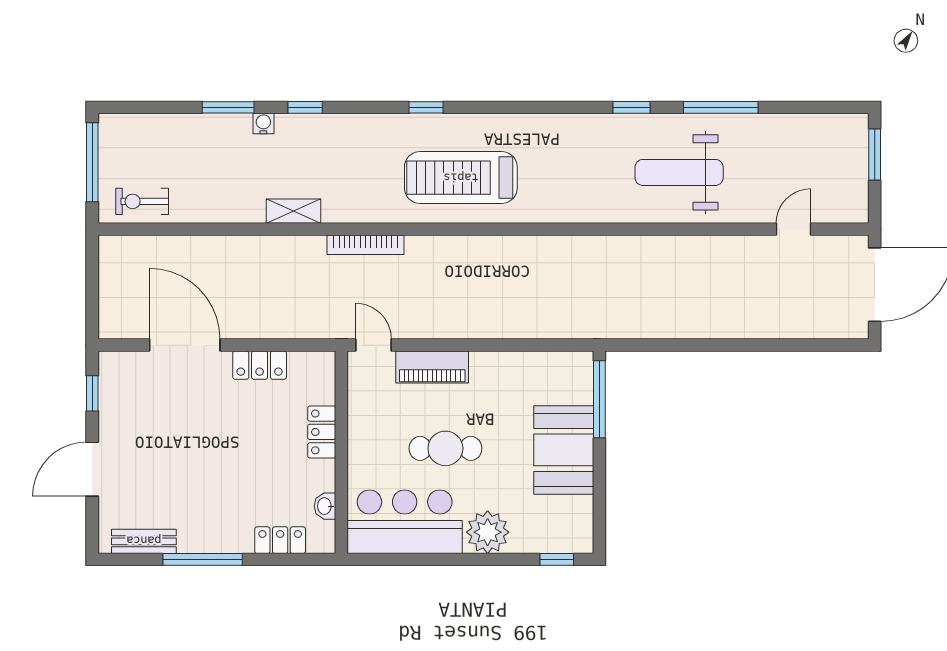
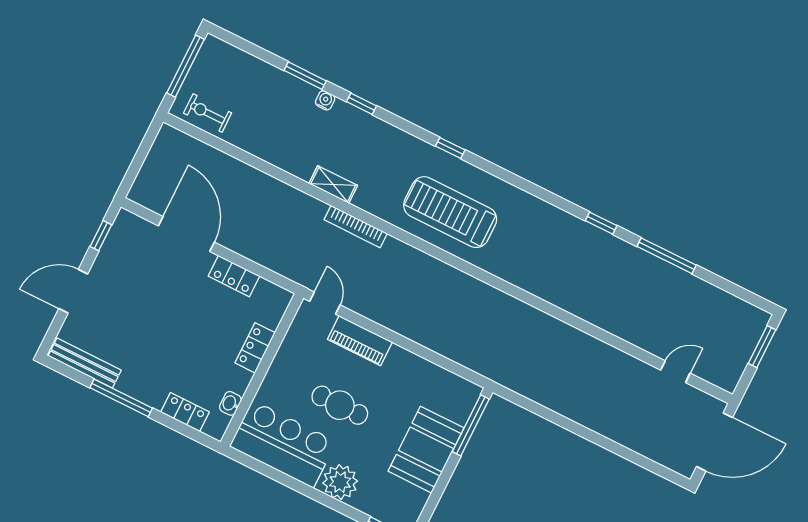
weight bench: (679, 172) -> (612, 288), removed
shelving: (294, 211) -> (333, 185), moved
bench: (144, 541) -> (85, 363), width x1.36

